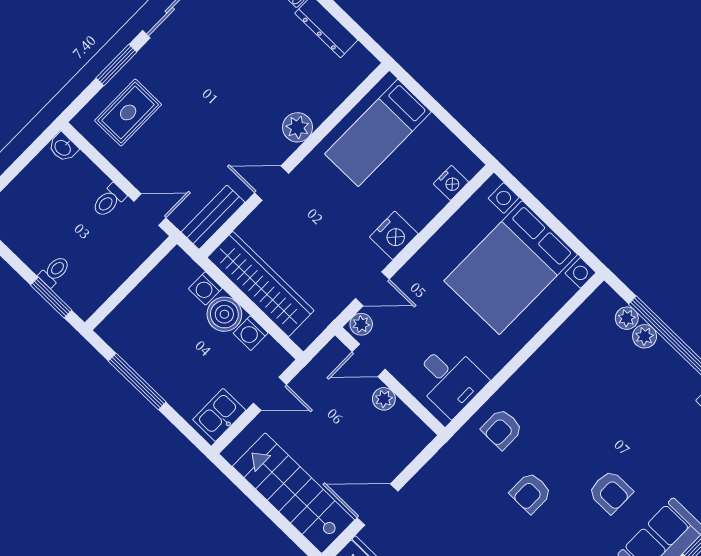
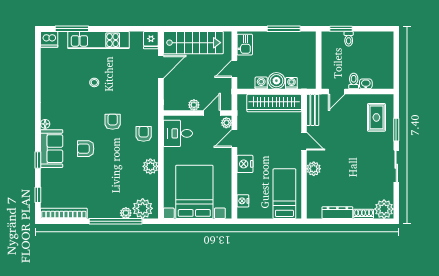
washbasin: (63, 147) -> (366, 84), moved
door: (272, 183) -> (304, 141), hinge flipped
plant: (627, 318) -> (143, 208), width x1.87, depth x1.87
plant: (539, 370) -> (150, 166), added

